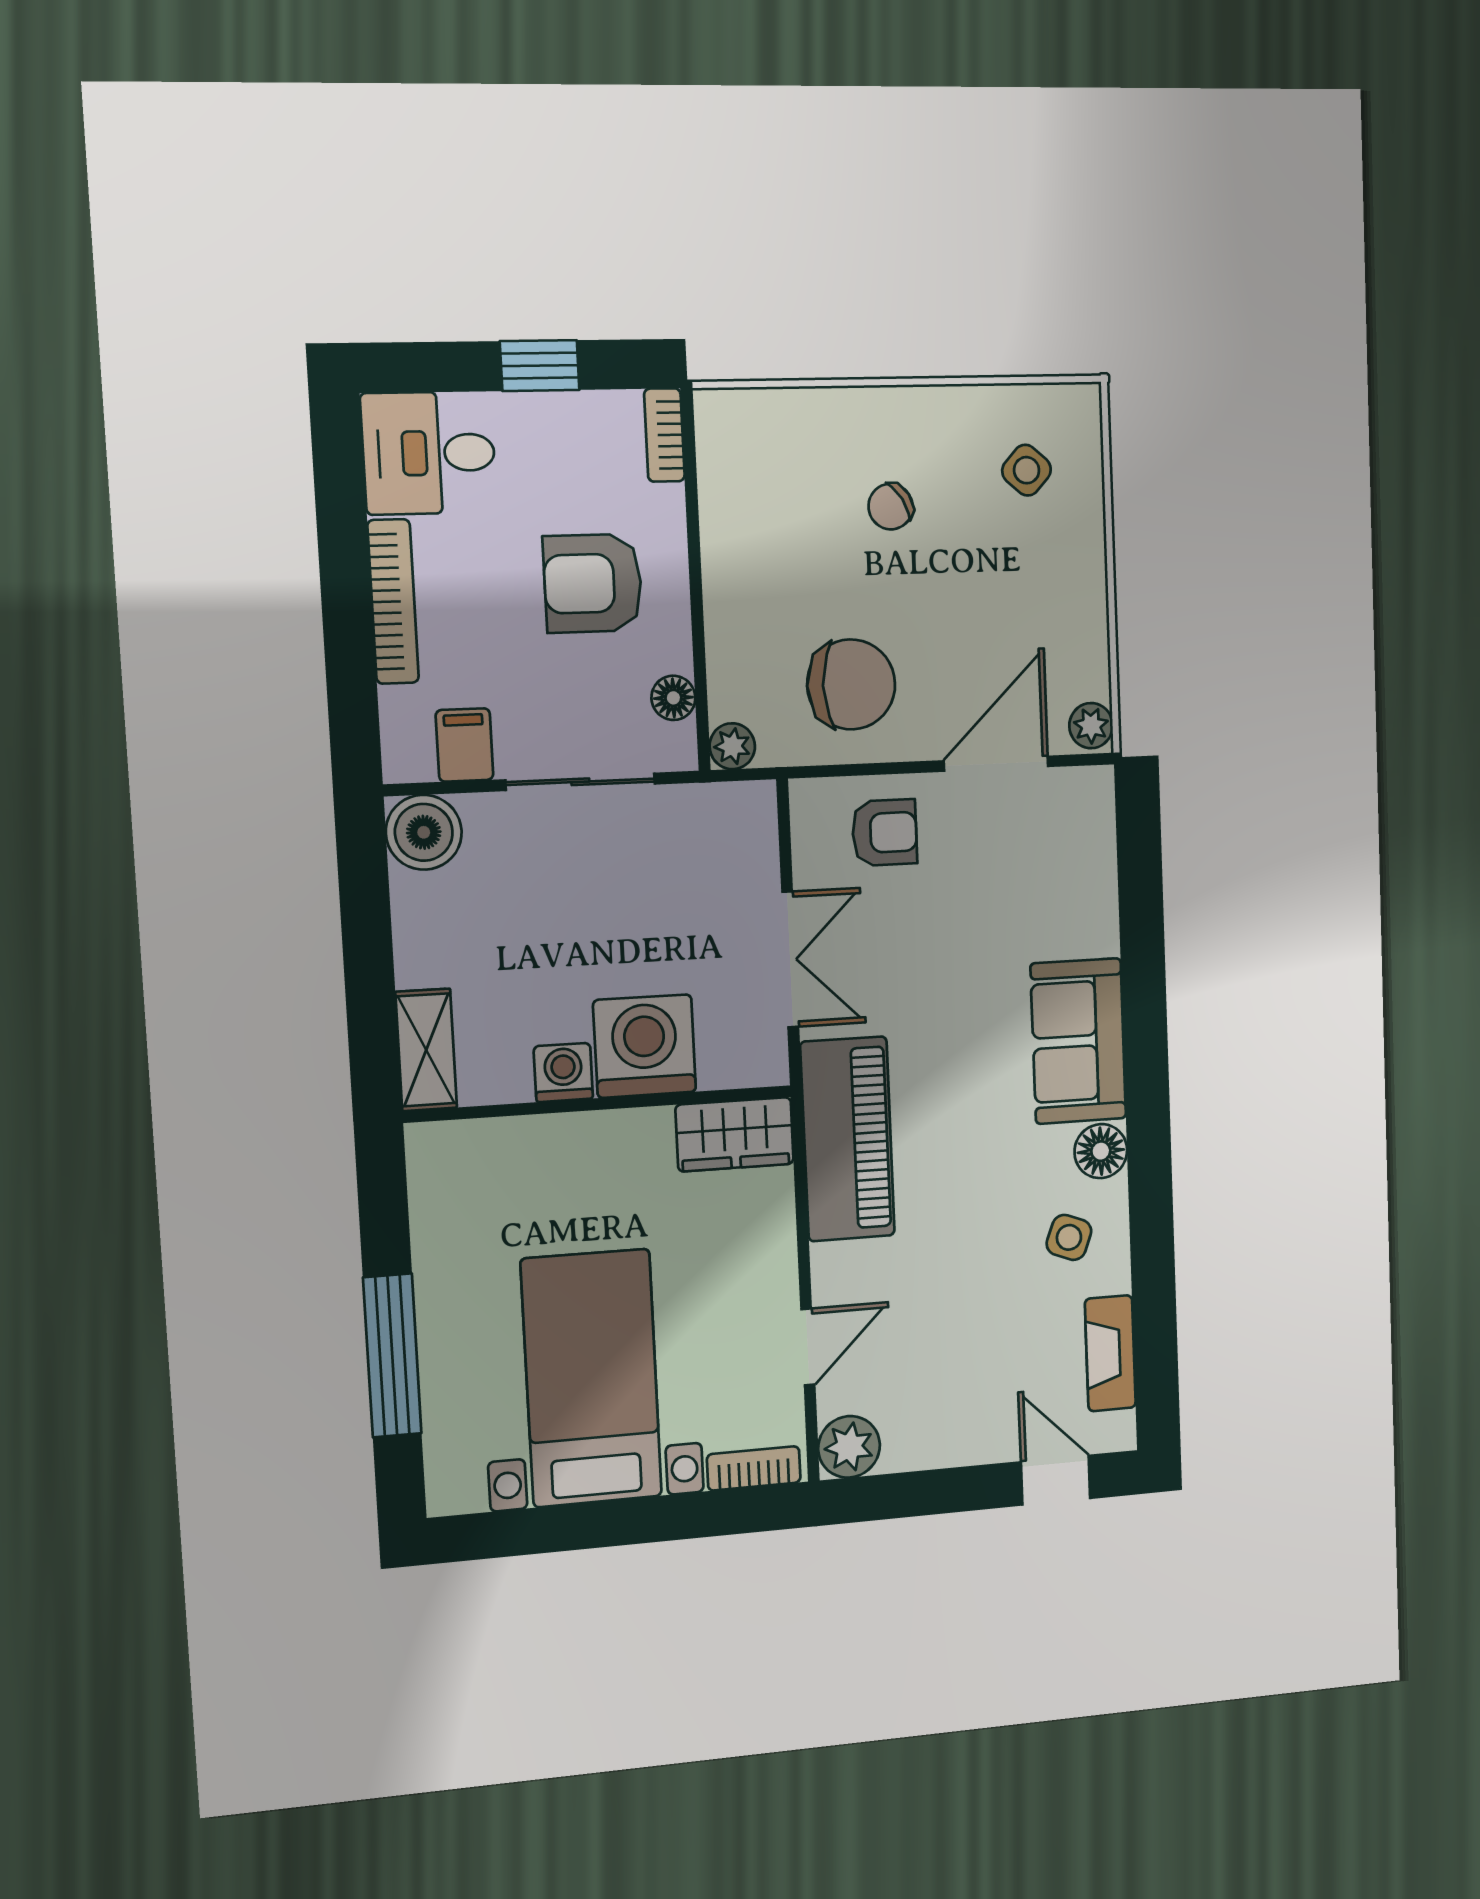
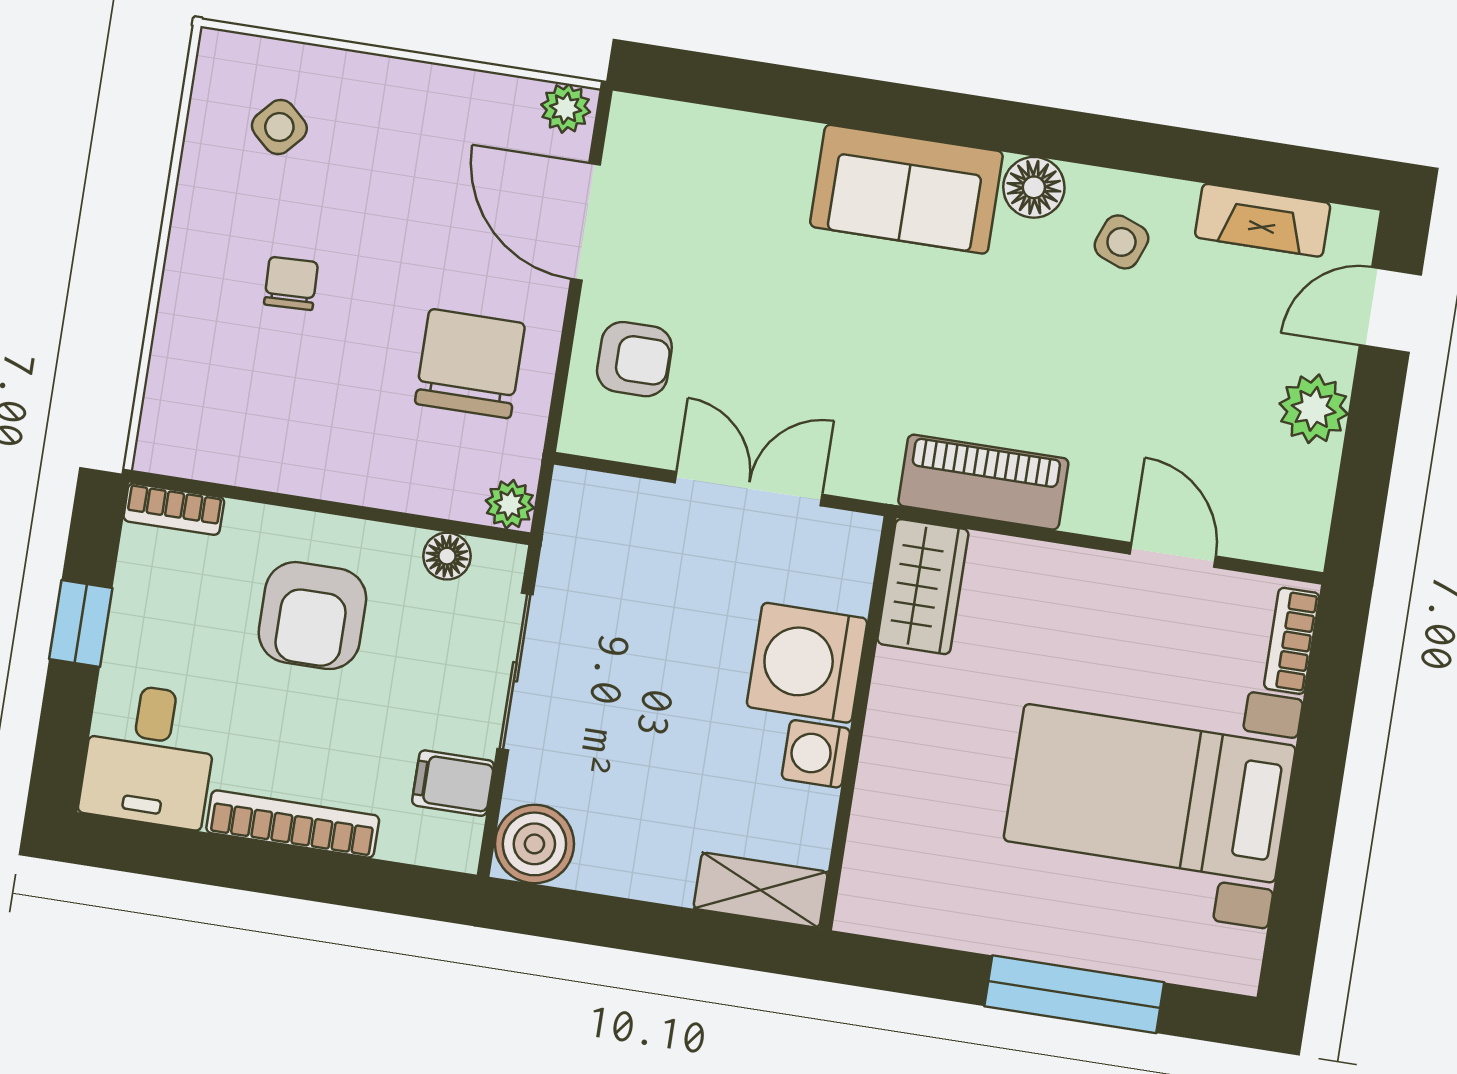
chair: (891, 507) -> (291, 283), turned -151
armchair: (885, 833) -> (634, 359), turned 90
piano: (848, 1139) -> (983, 482), width x0.73, depth x0.75
plant: (849, 1447) -> (1314, 409), moved

